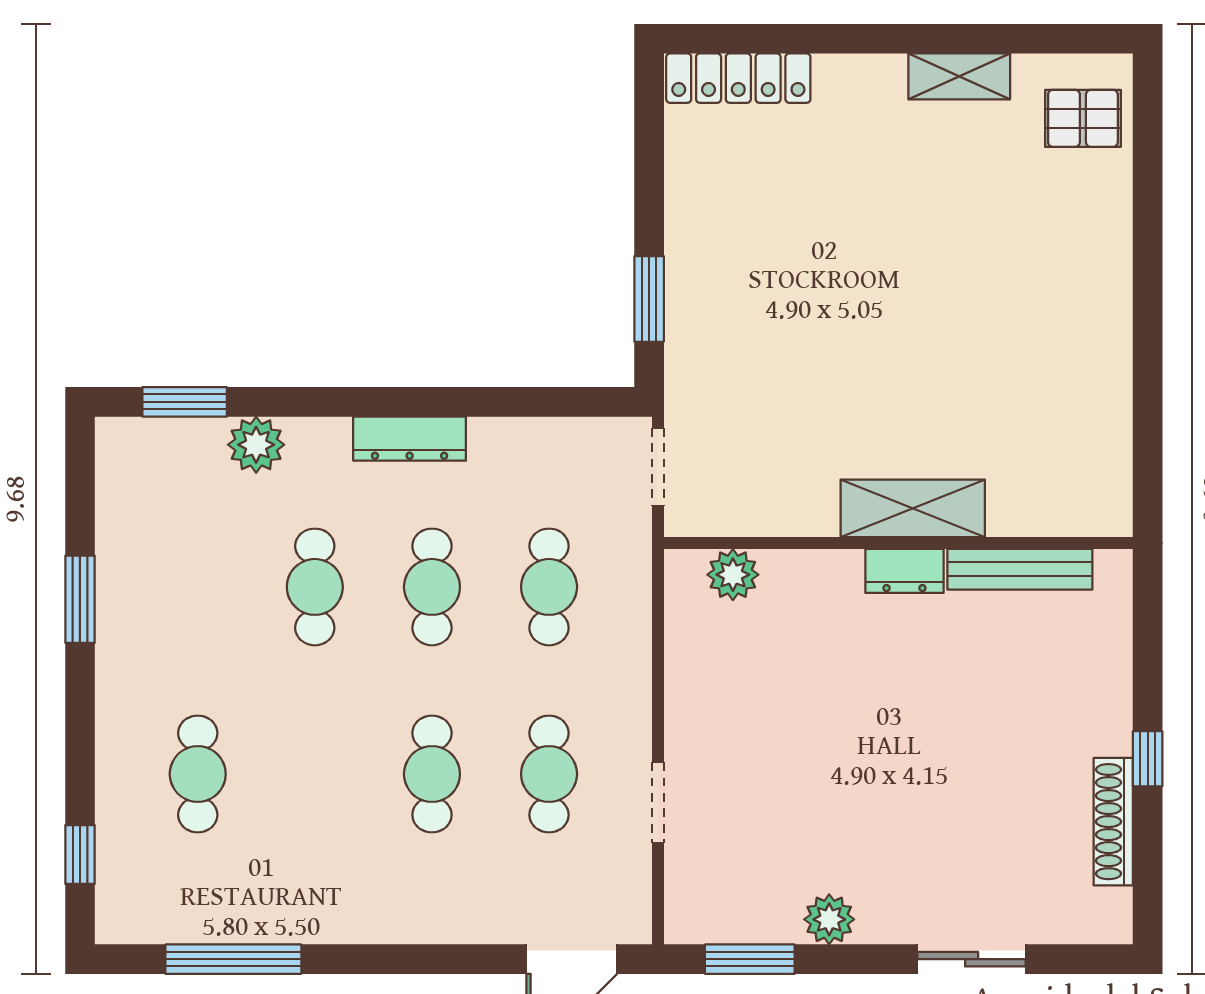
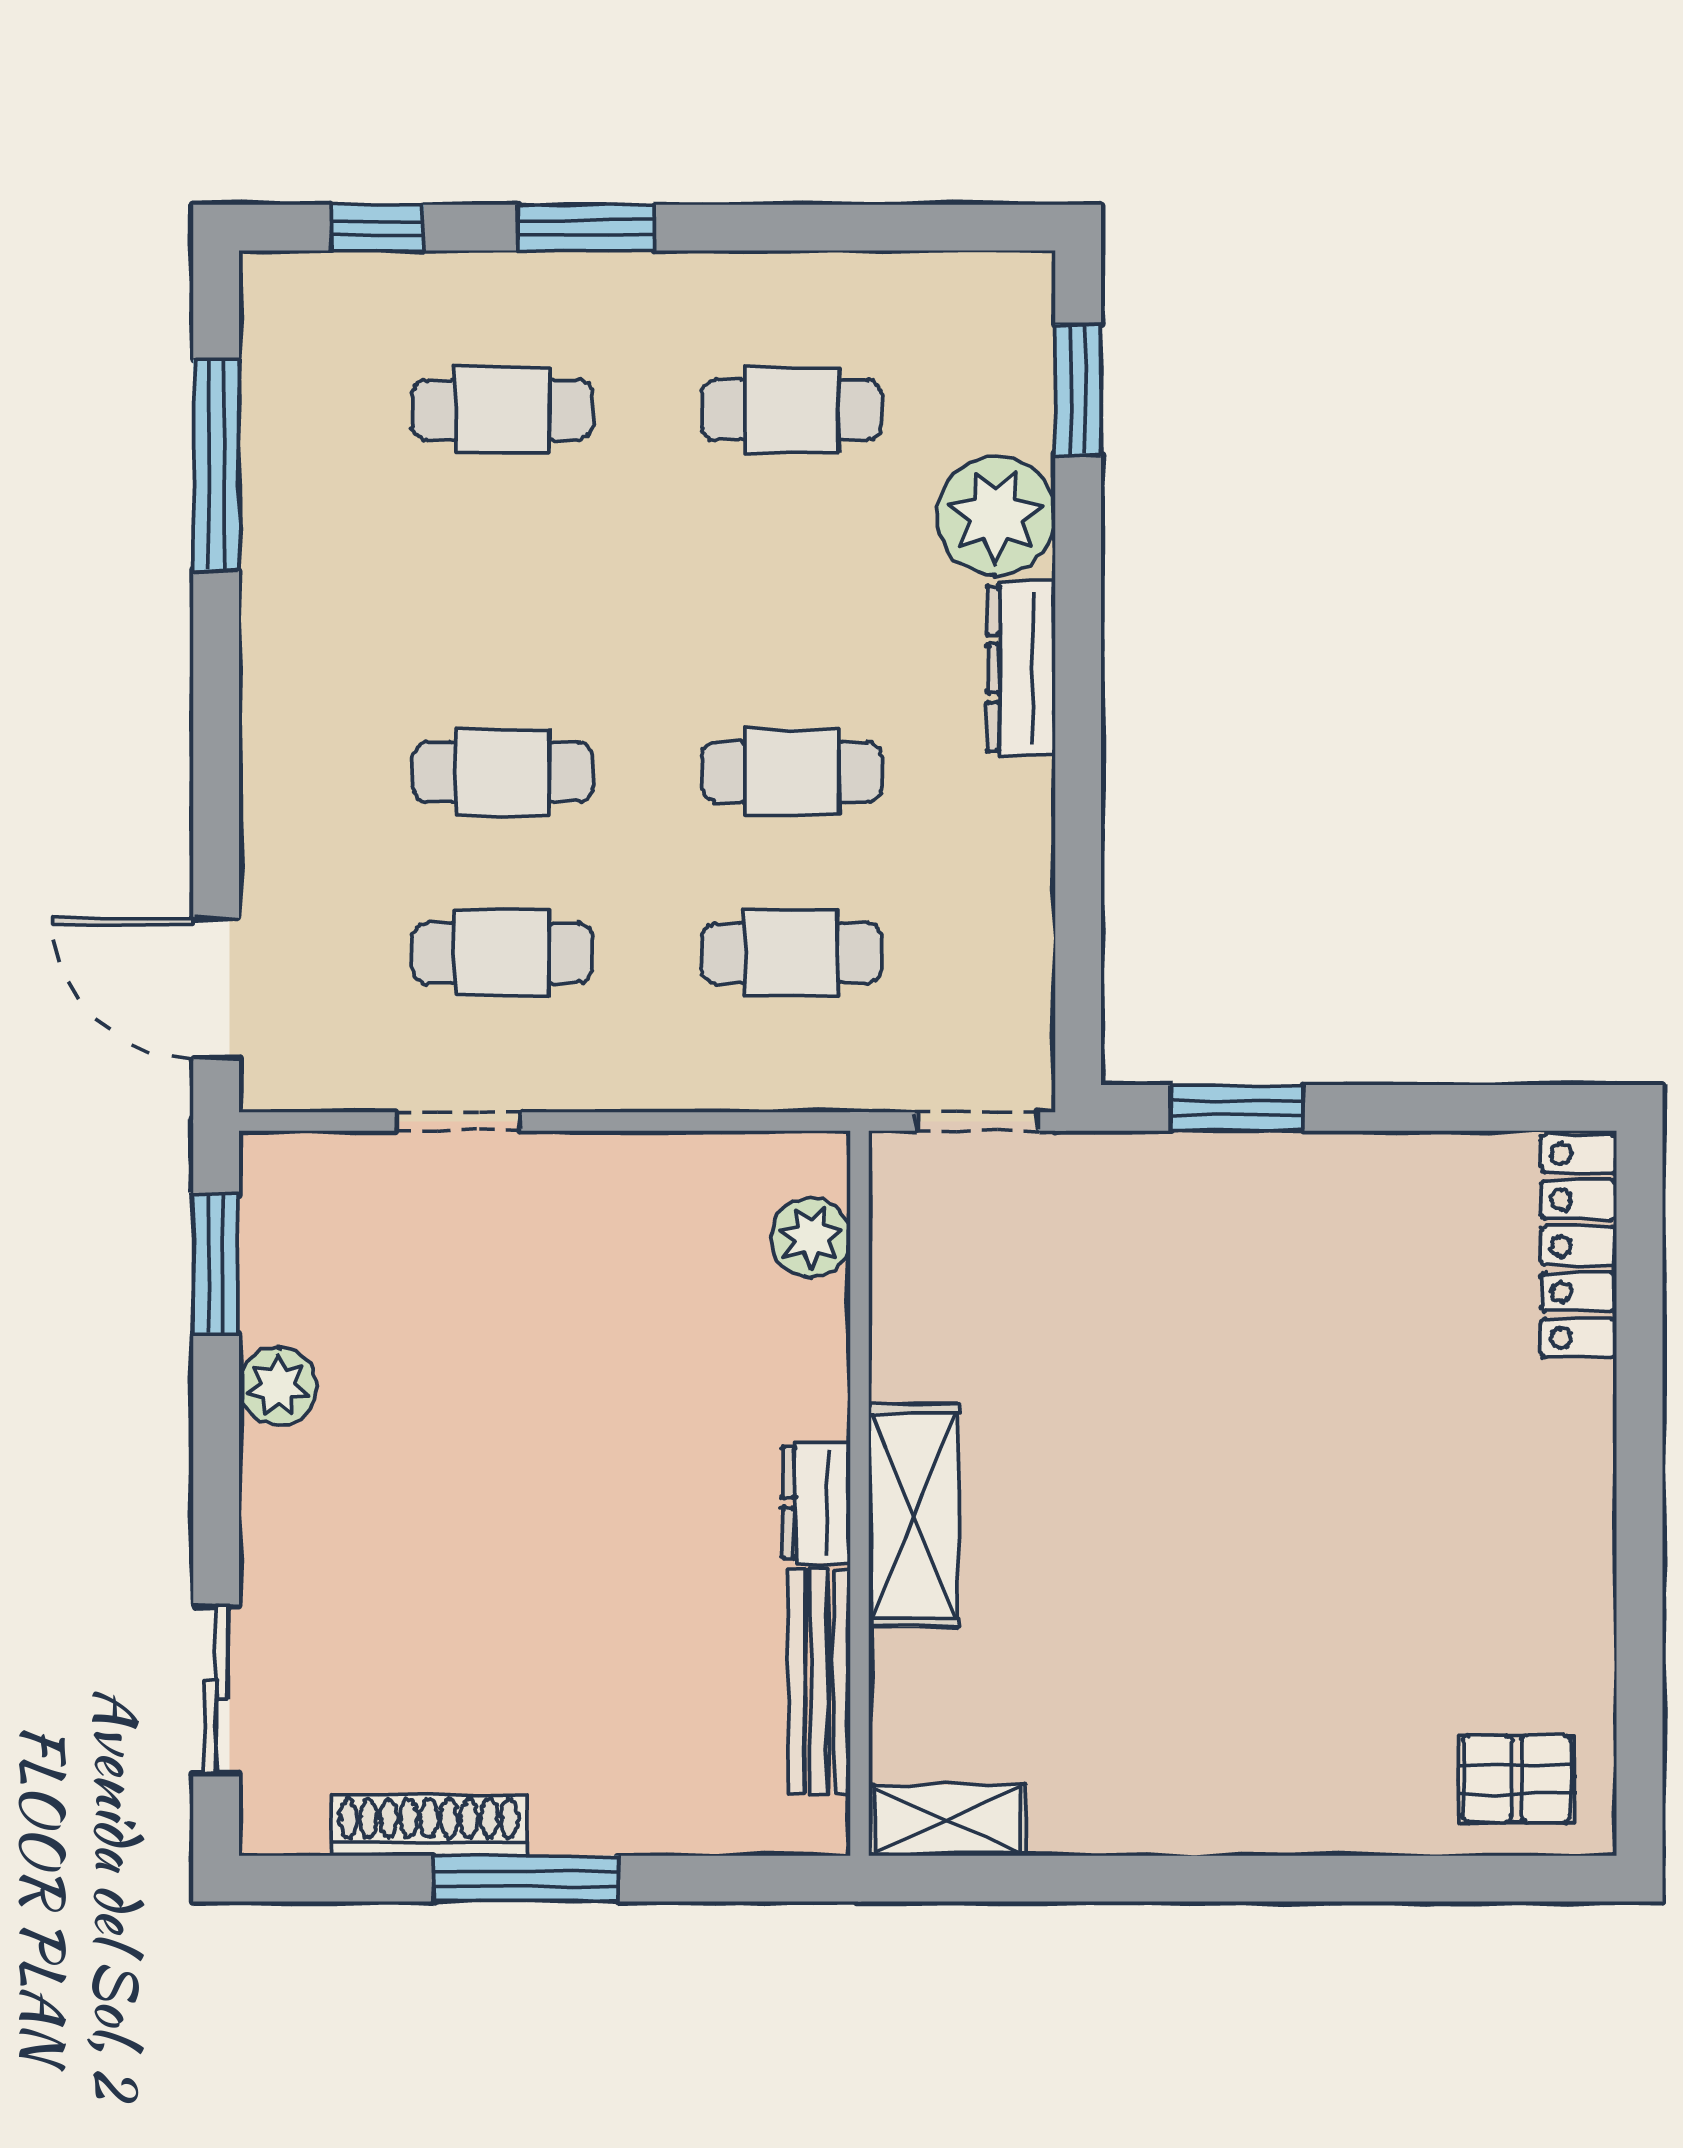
shelving: (959, 76) -> (947, 1821), moved, turned 90
pallet: (1083, 118) -> (1516, 1779), turned 90
dresser: (410, 439) -> (1021, 669), moved
plant: (256, 445) -> (996, 516), width x1.36, depth x1.36
cafe table: (315, 587) -> (792, 410), moved
window: (80, 599) -> (586, 228), moved
window: (1148, 759) -> (526, 1879), width x2.17
sliding door: (972, 959) -> (216, 1690), moved

